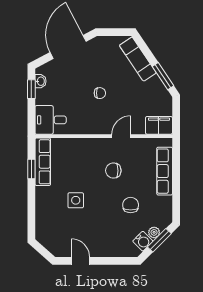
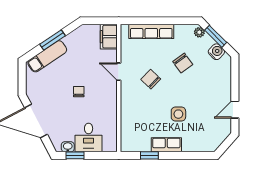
window: (163, 76) -> (53, 40), moved
desk: (51, 120) -> (89, 137), moved
row of seats: (43, 162) -> (166, 145), moved, width x0.68
chair: (113, 171) -> (151, 79), turned 134
chair: (131, 205) -> (183, 63), turned -126
plant: (154, 232) -> (199, 32), moved

